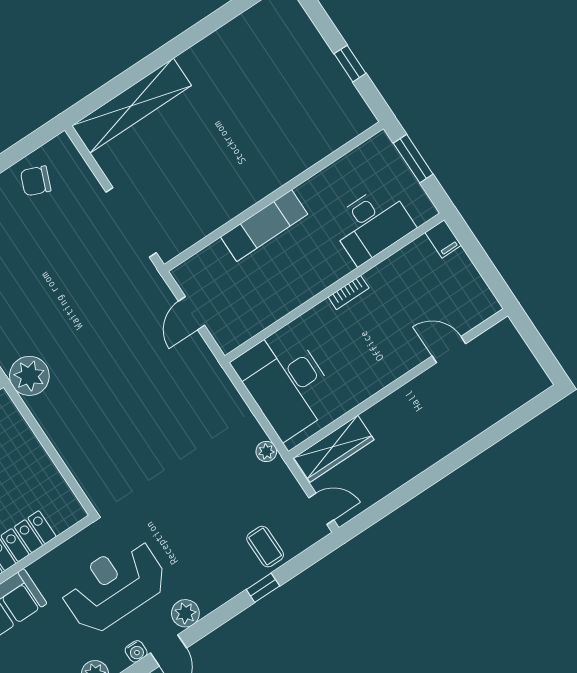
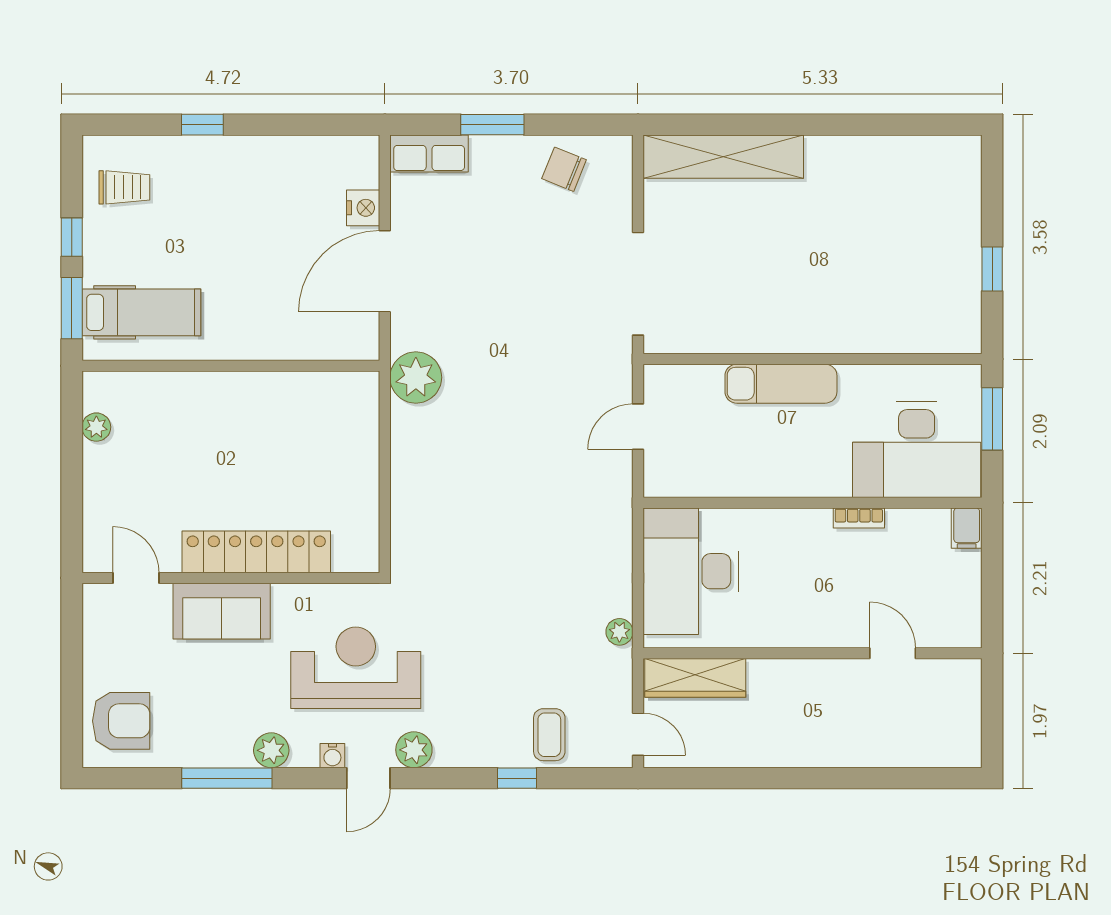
desk: (372, 224) -> (917, 450), width x1.36, depth x1.30
bookcase: (349, 293) -> (859, 518), moved

